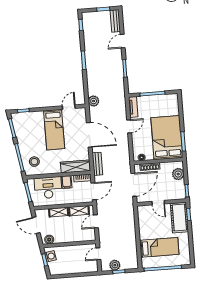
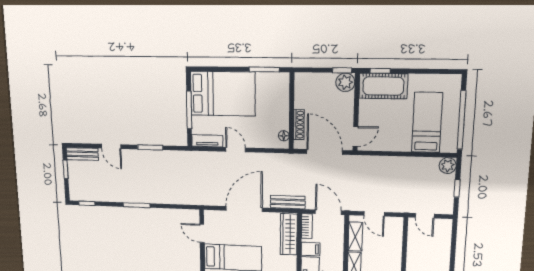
plant: (94, 101) -> (195, 197), removed
bed: (167, 138) -> (223, 94), moved, turned 180
plant: (178, 174) -> (345, 82), moved
door: (158, 203) -> (355, 136), moved
plant: (115, 265) -> (448, 166), moved

